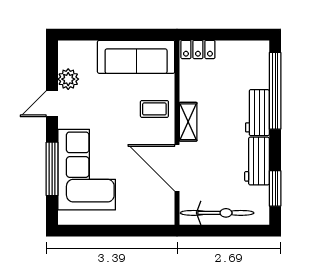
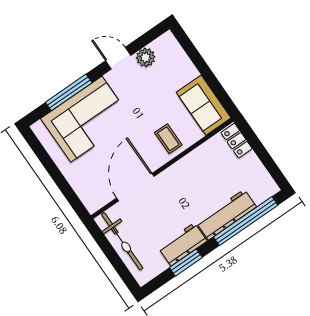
sofa: (136, 57) -> (204, 105), width x0.73
workbench: (257, 113) -> (226, 215), width x1.38
shelving: (188, 122) -> (176, 171), removed
window: (275, 188) -> (186, 263), moved

